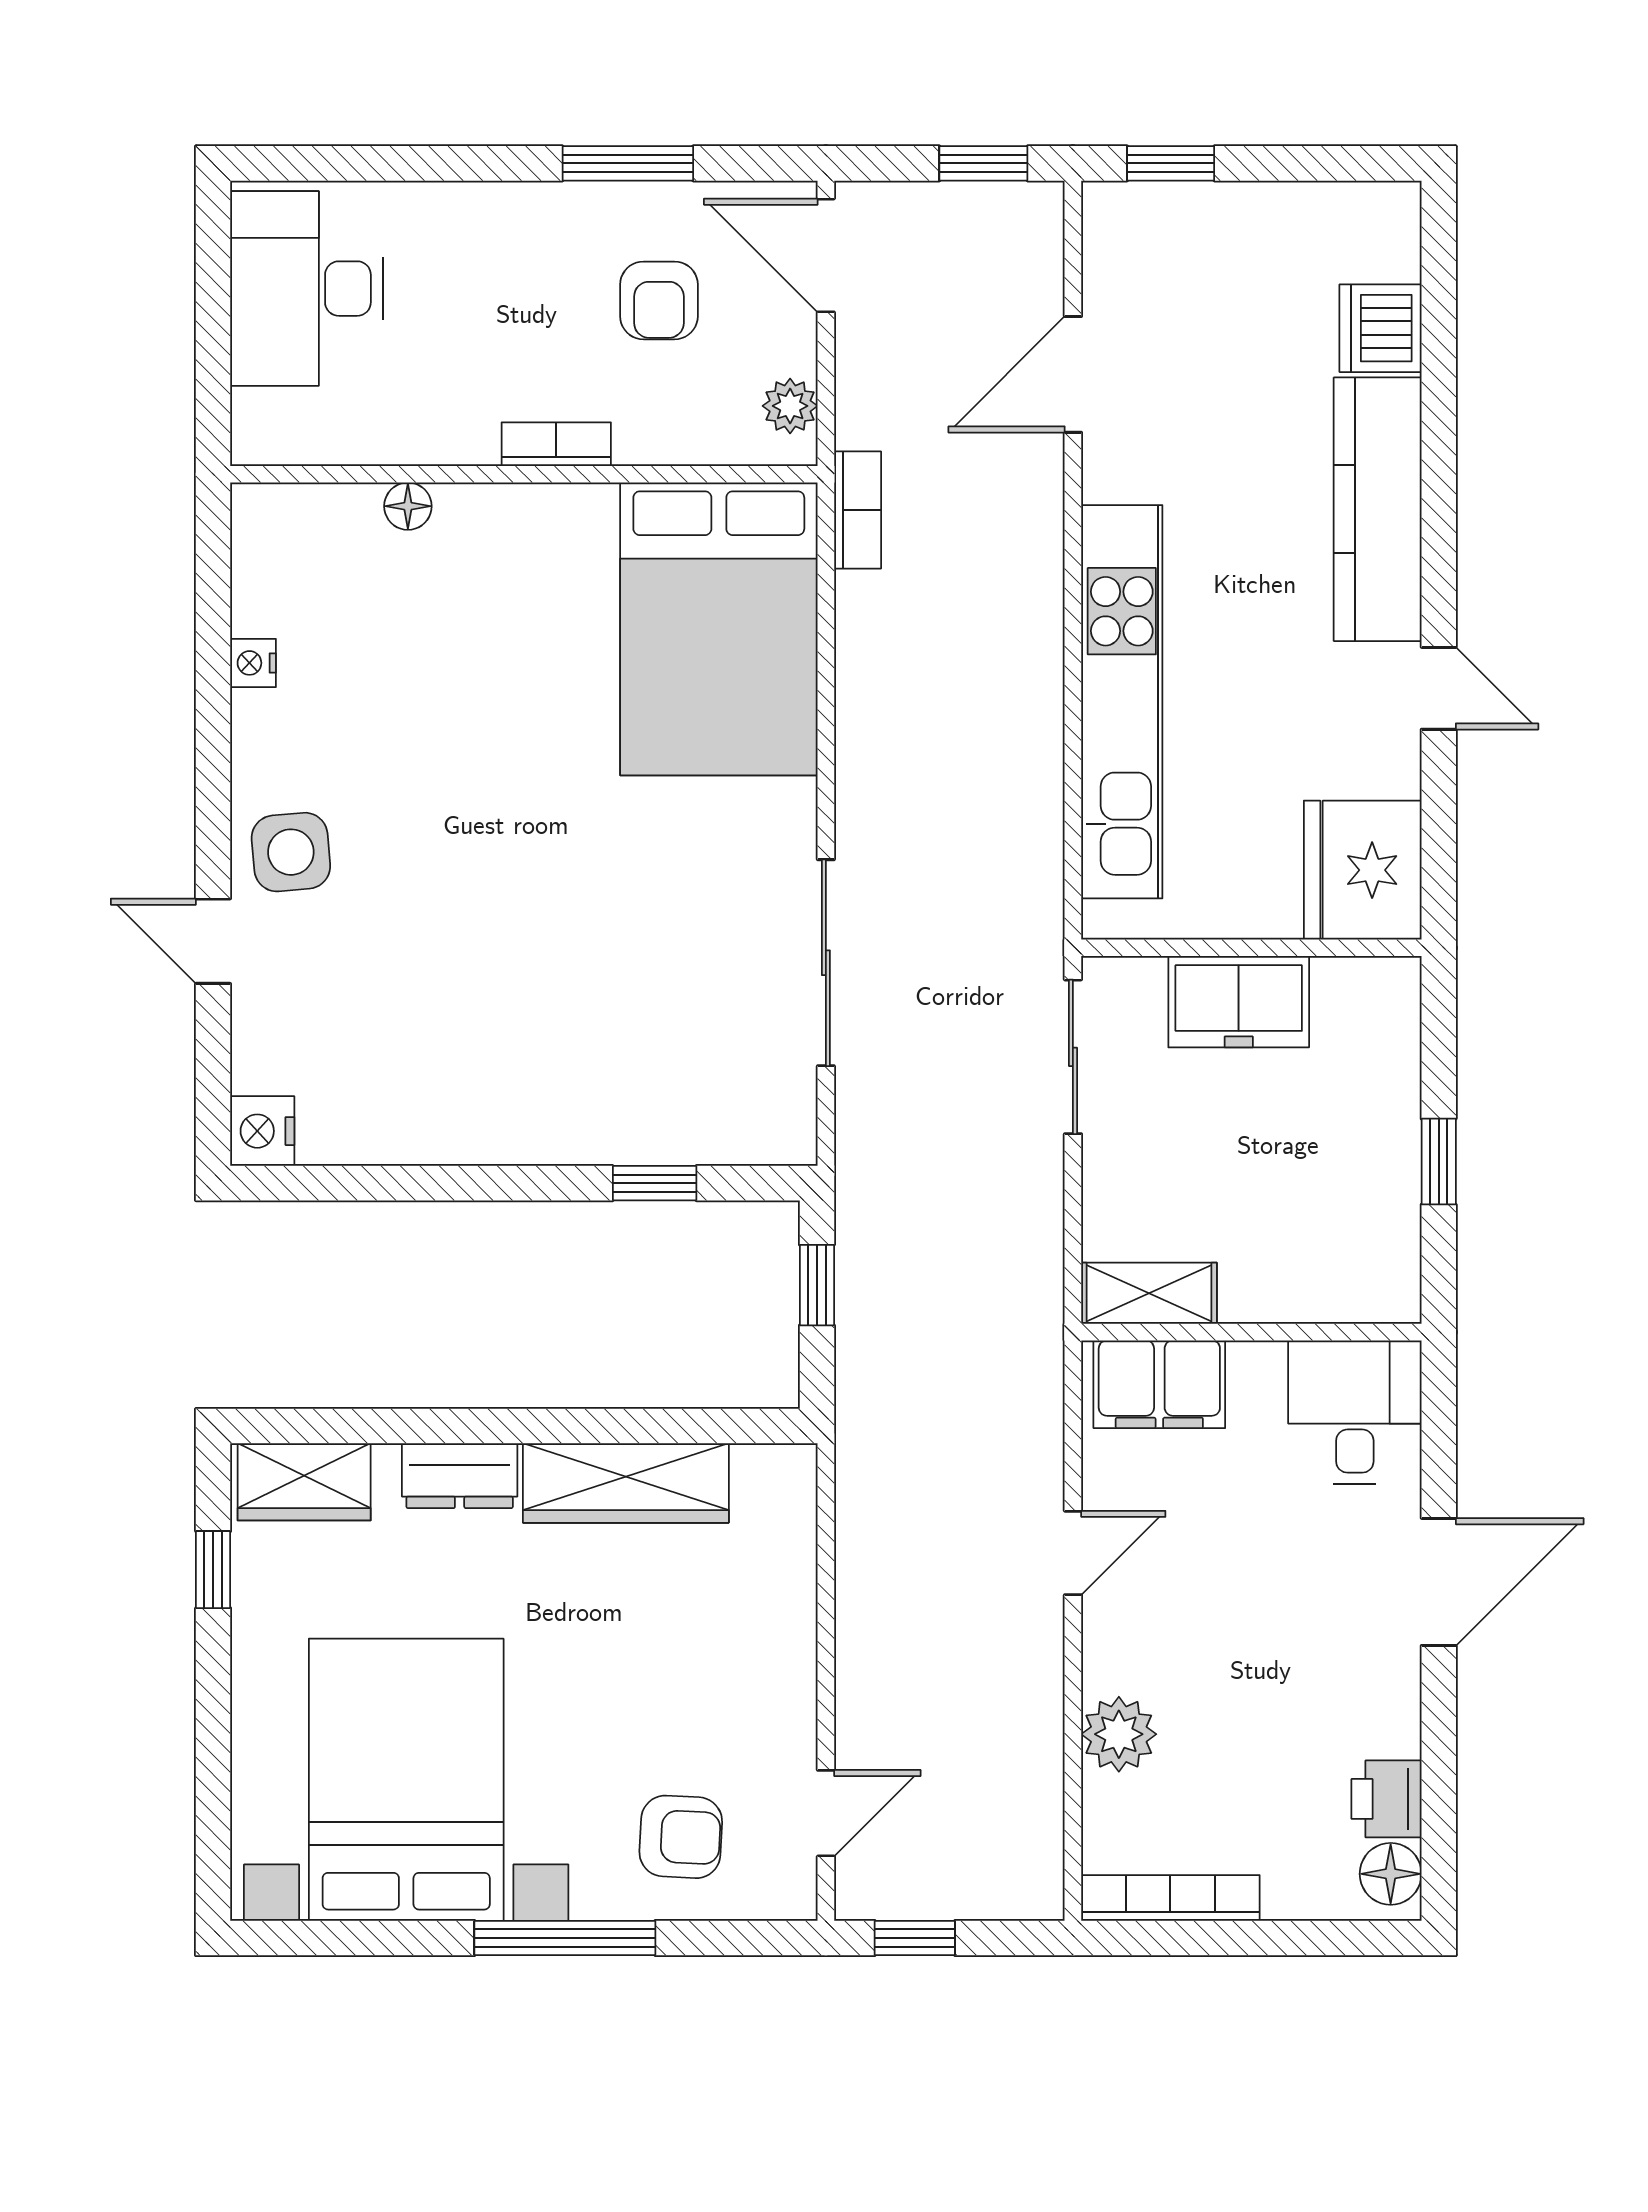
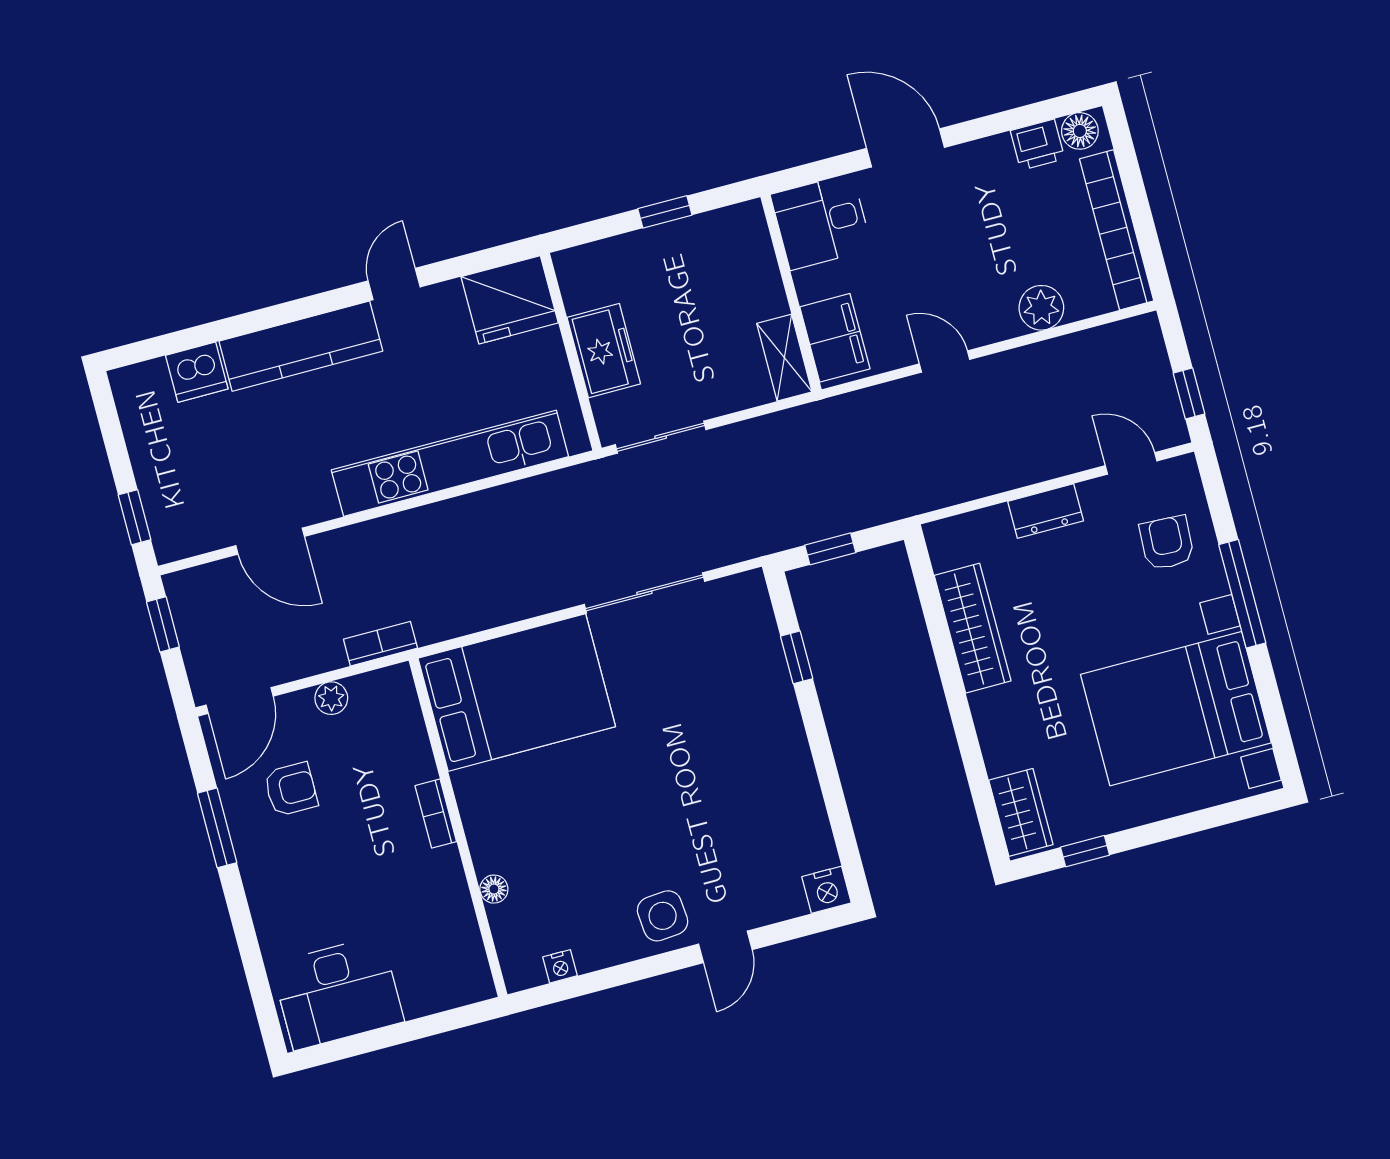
bookcase: (556, 444) -> (436, 814), moved
wall: (524, 474) -> (458, 828), moved
floor lamp: (408, 506) -> (494, 889), moved
bed: (719, 629) -> (517, 692), moved
dresser: (460, 1476) -> (1046, 511), moved, turned 90
bookcase: (1170, 1898) -> (1117, 230), width x1.48, depth x1.31

